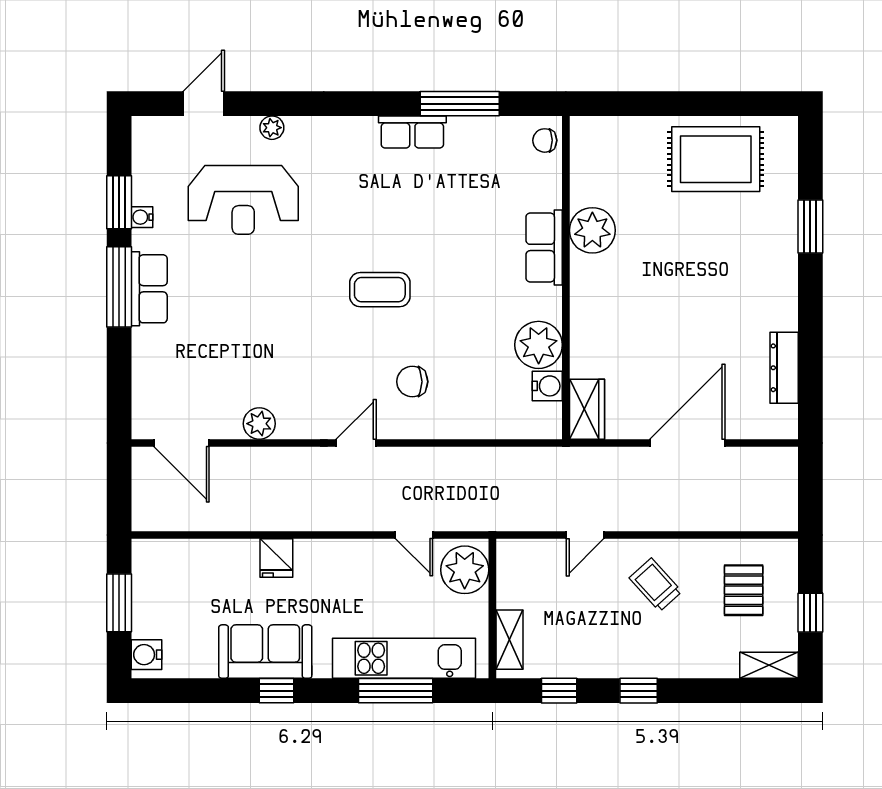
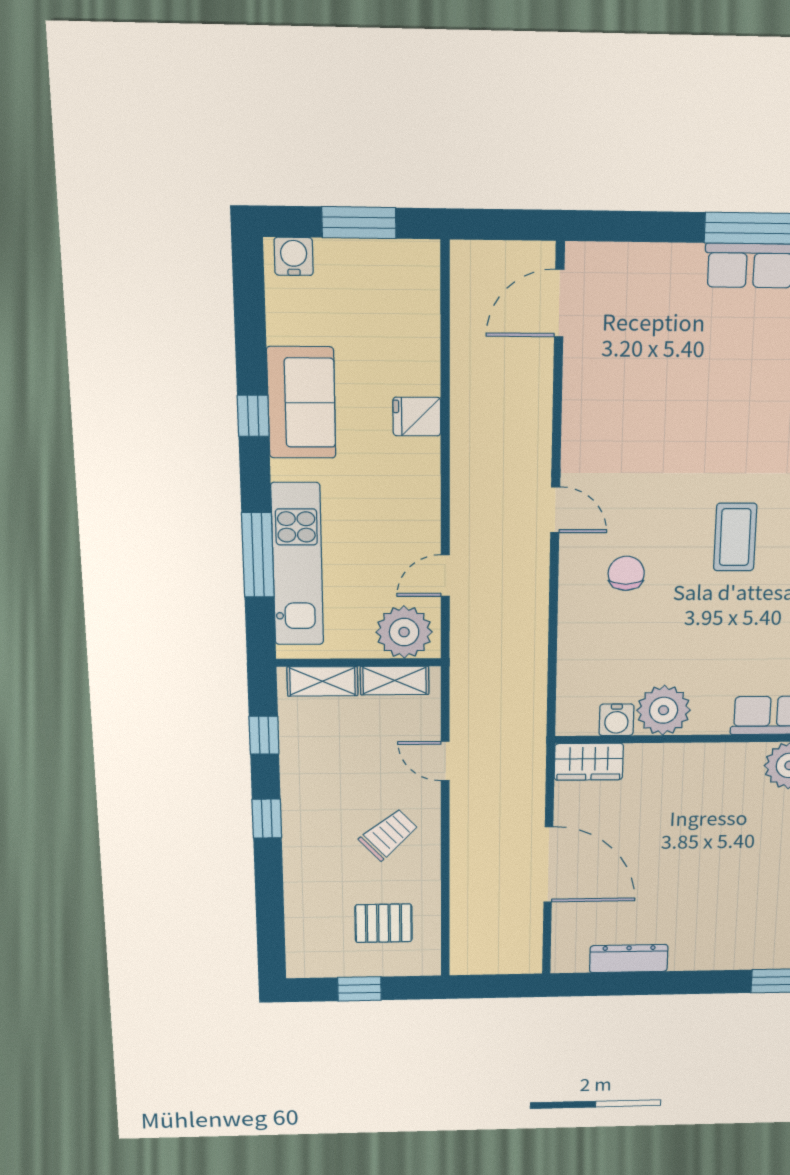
plant: (259, 424) -> (581, 397), removed
shelving: (769, 665) -> (395, 681), moved, turned 90

